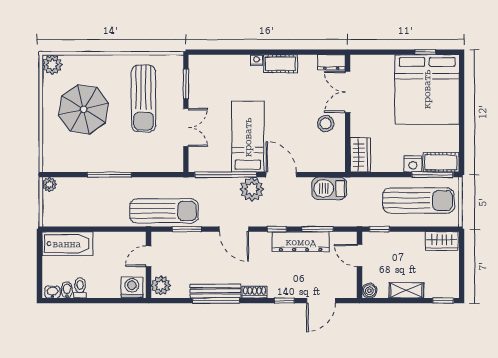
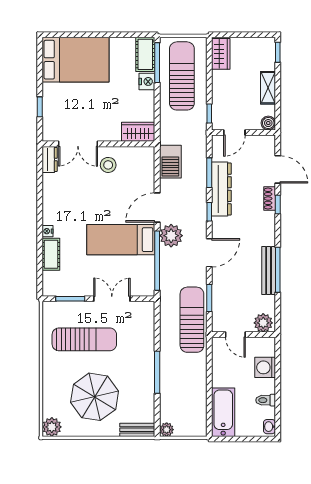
window: (426, 52) -> (40, 107), moved
cot: (281, 64) -> (51, 254), moved
bed: (427, 89) -> (76, 60), width x0.73
bench: (49, 154) -> (137, 430), added
washing machine: (132, 287) -> (265, 367), moved
bidet: (67, 290) -> (268, 413), removed
shoe rack: (254, 292) -> (270, 199), moved

